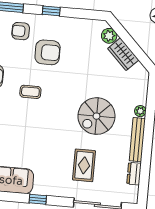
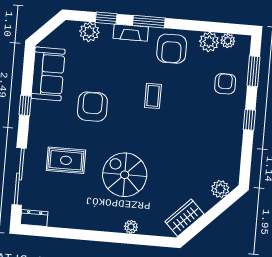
armchair: (48, 52) -> (92, 107), moved, turned 180
wardrobe: (123, 54) -> (185, 218), moved
bench: (137, 140) -> (97, 223), removed
dresser: (134, 174) -> (34, 218), moved

